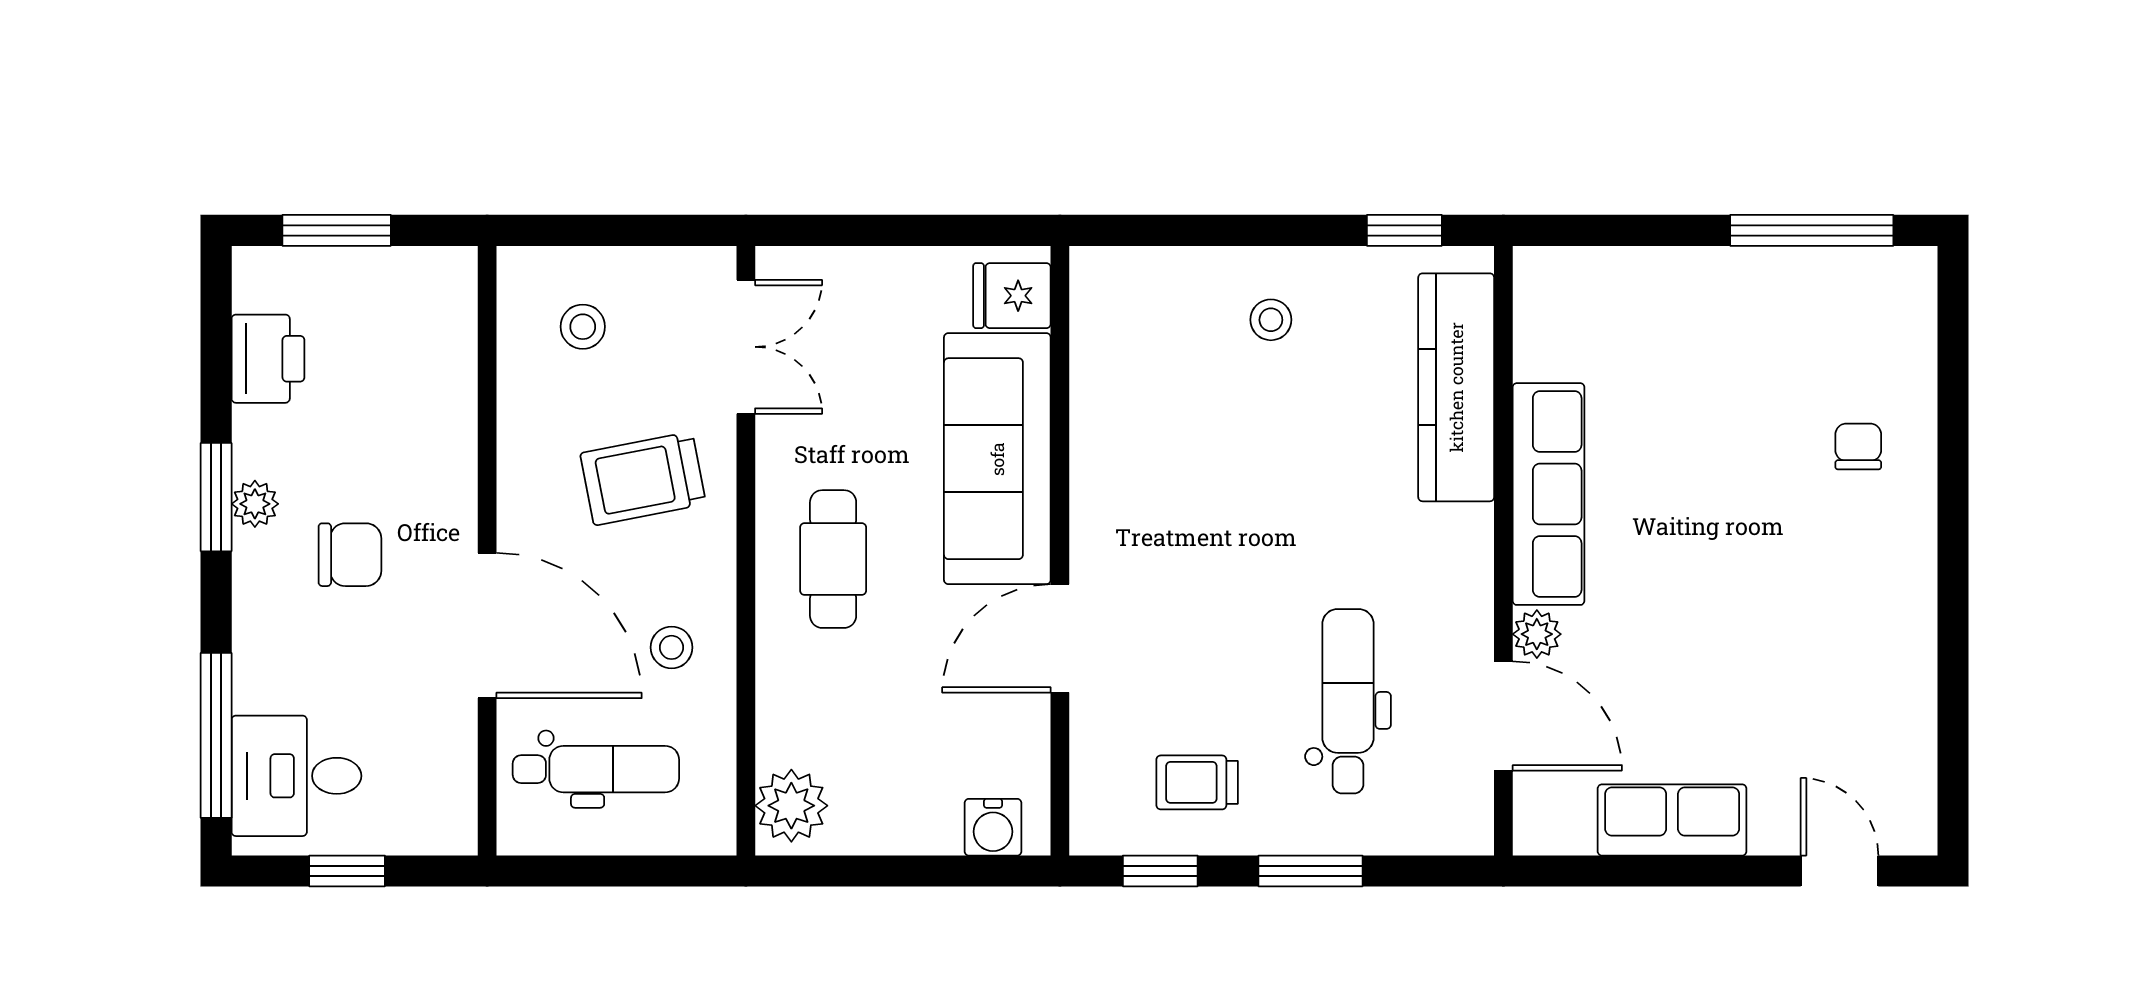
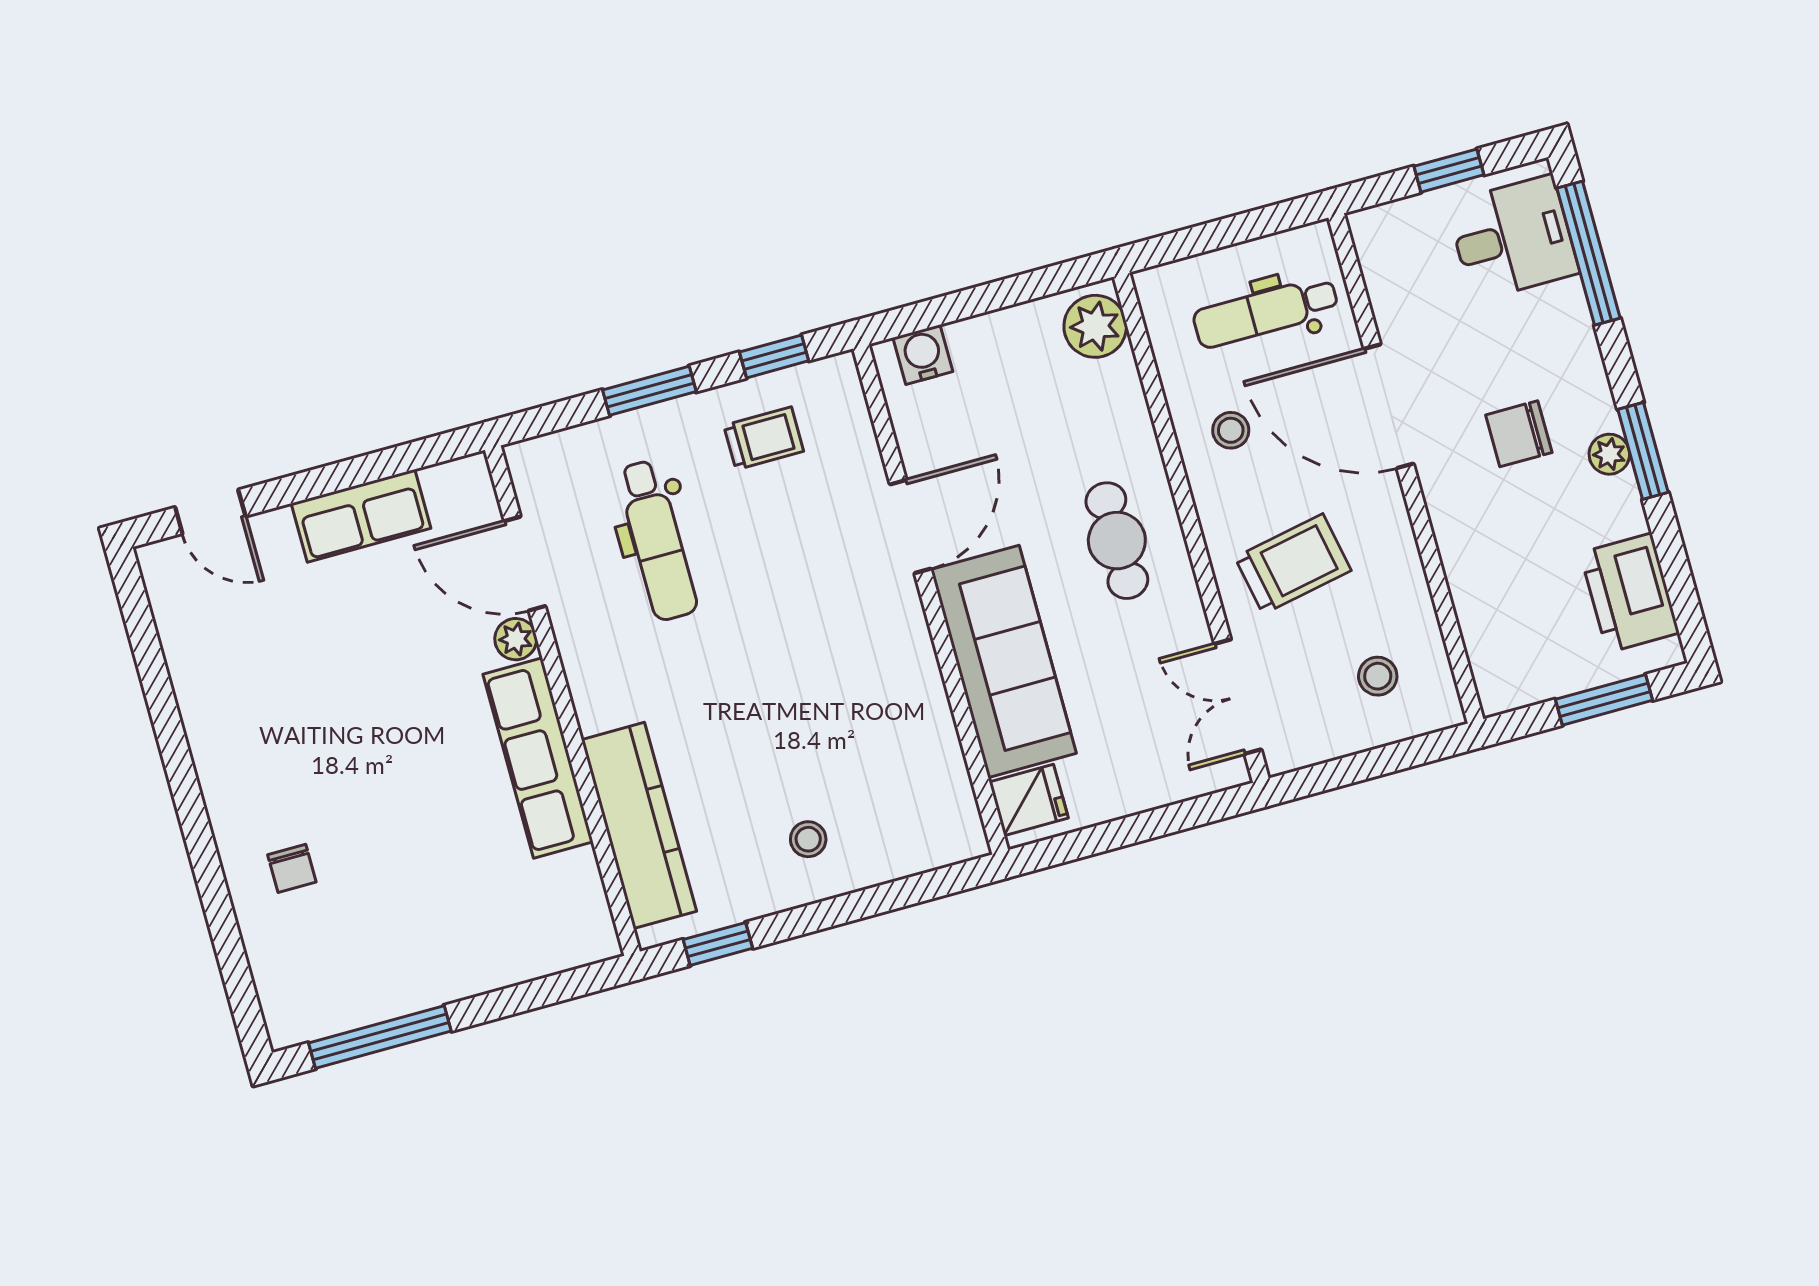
printer: (268, 359) -> (1630, 593), width x1.37, depth x1.19

